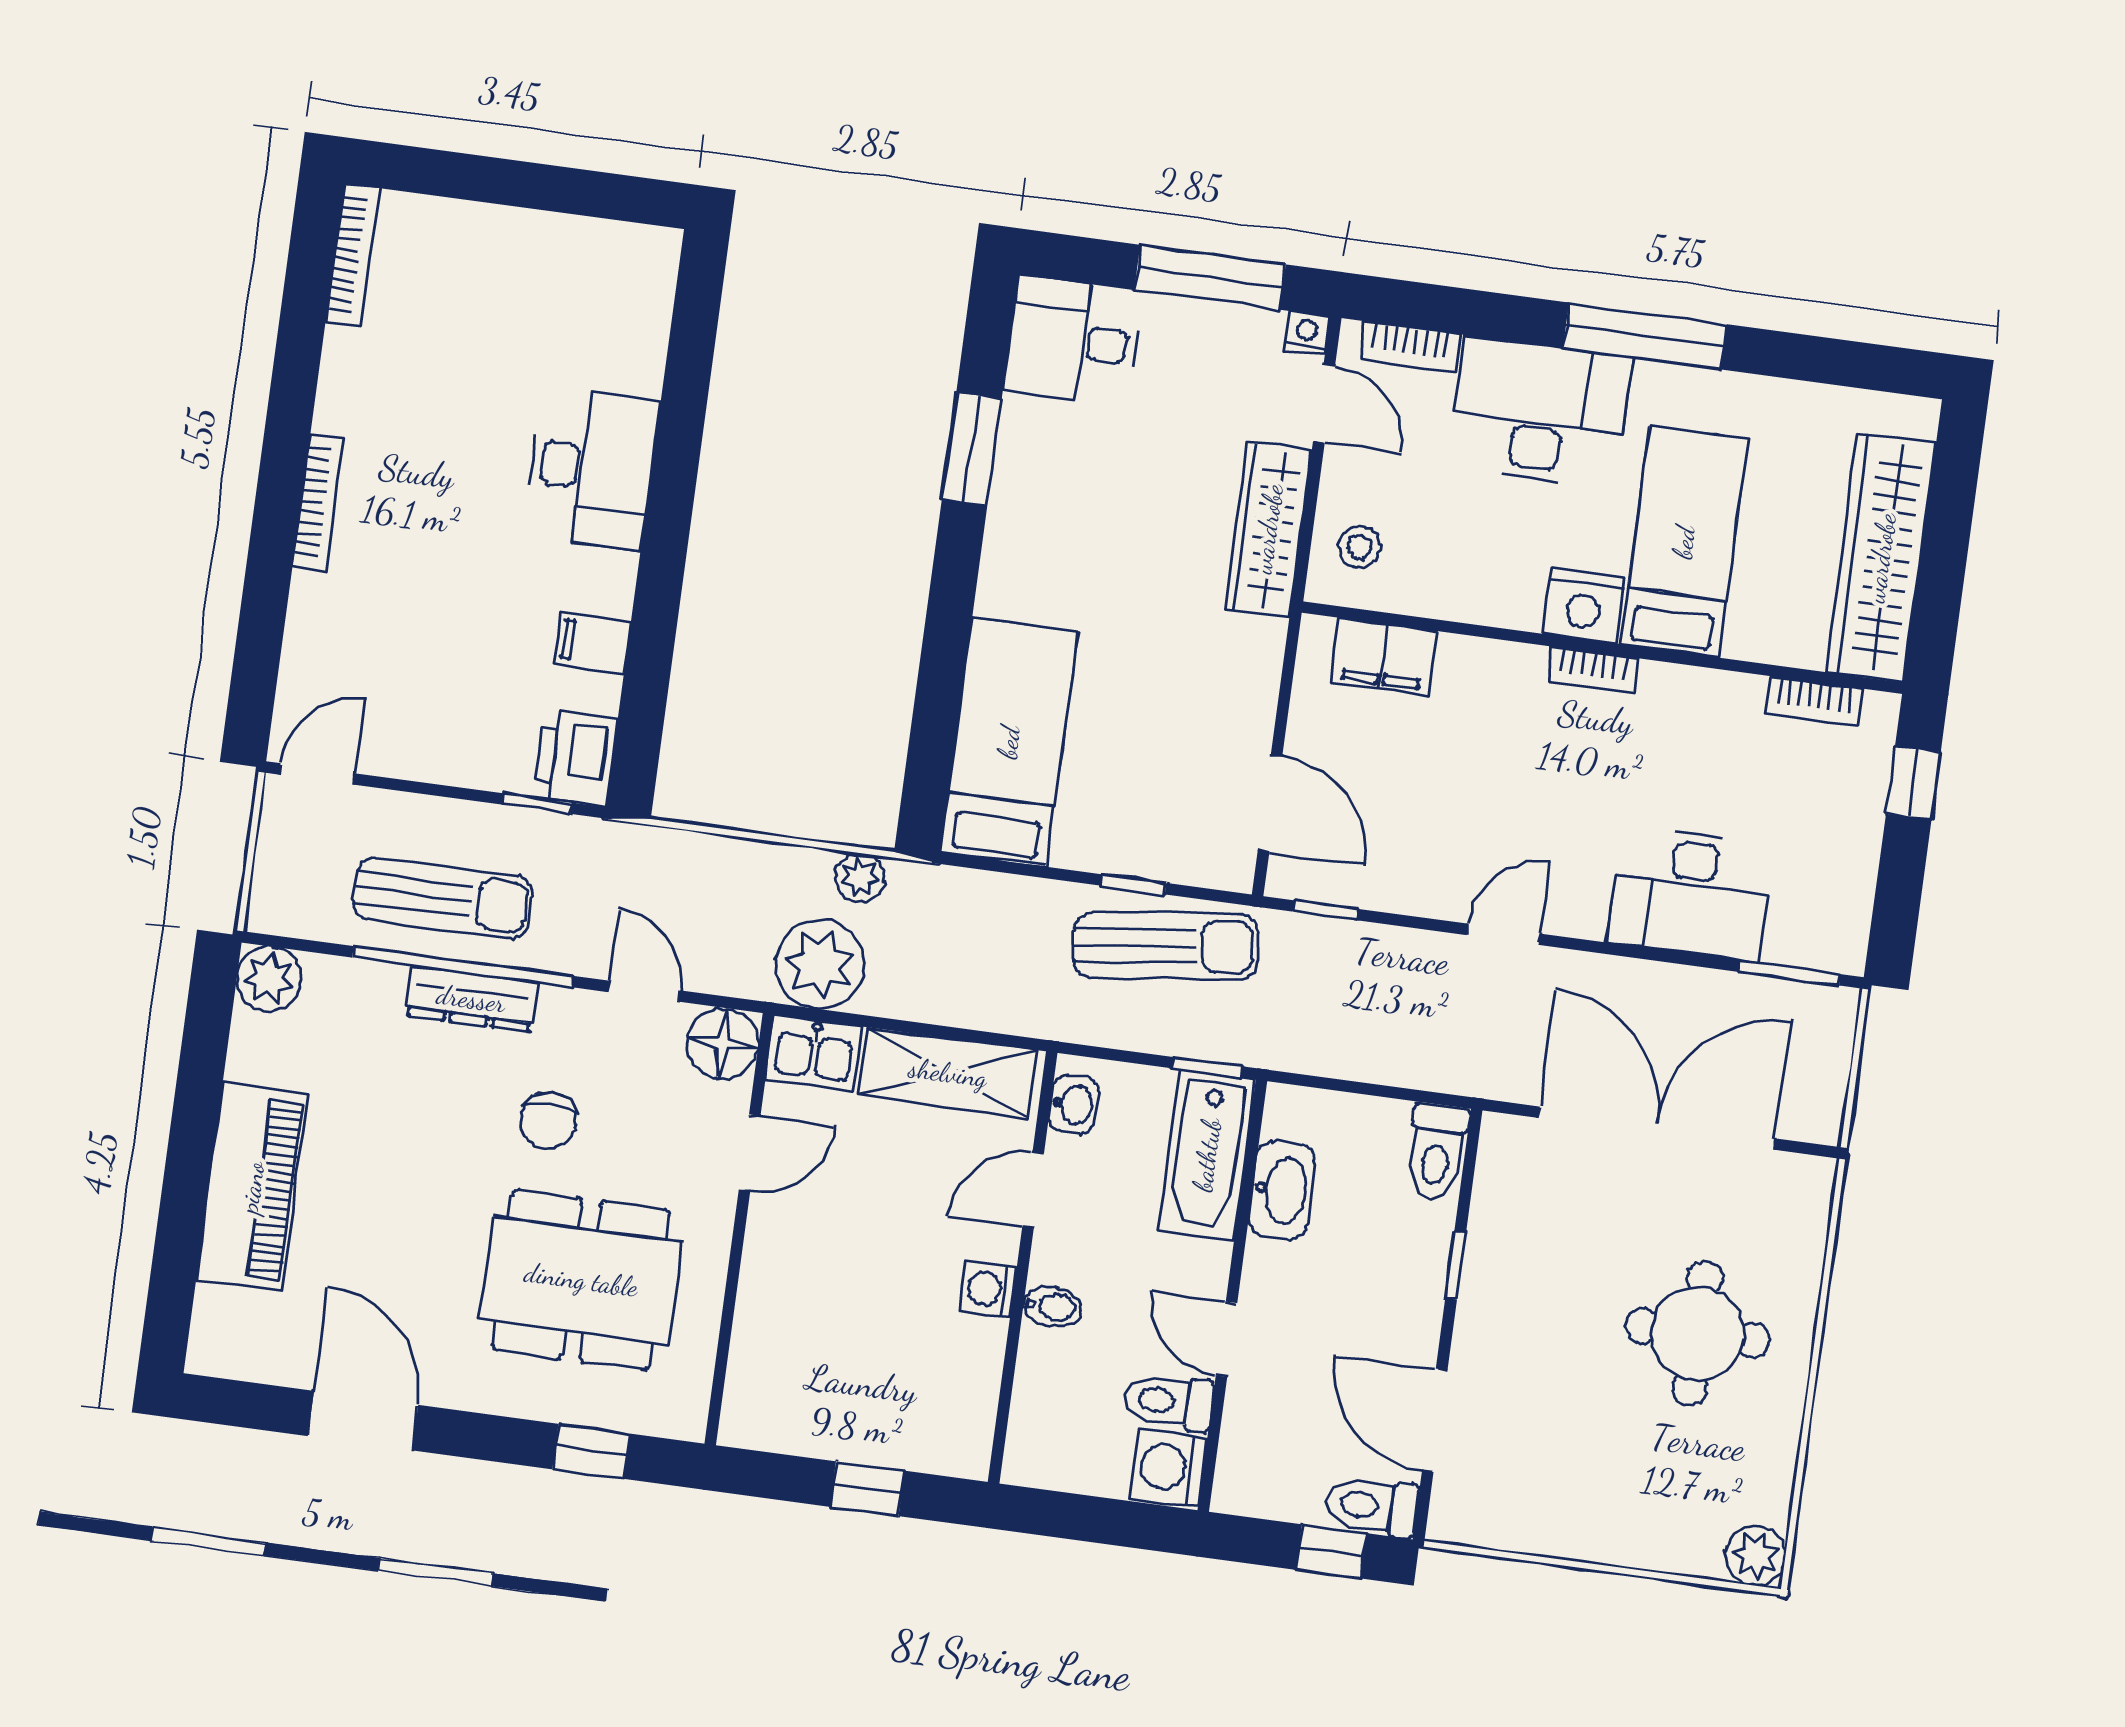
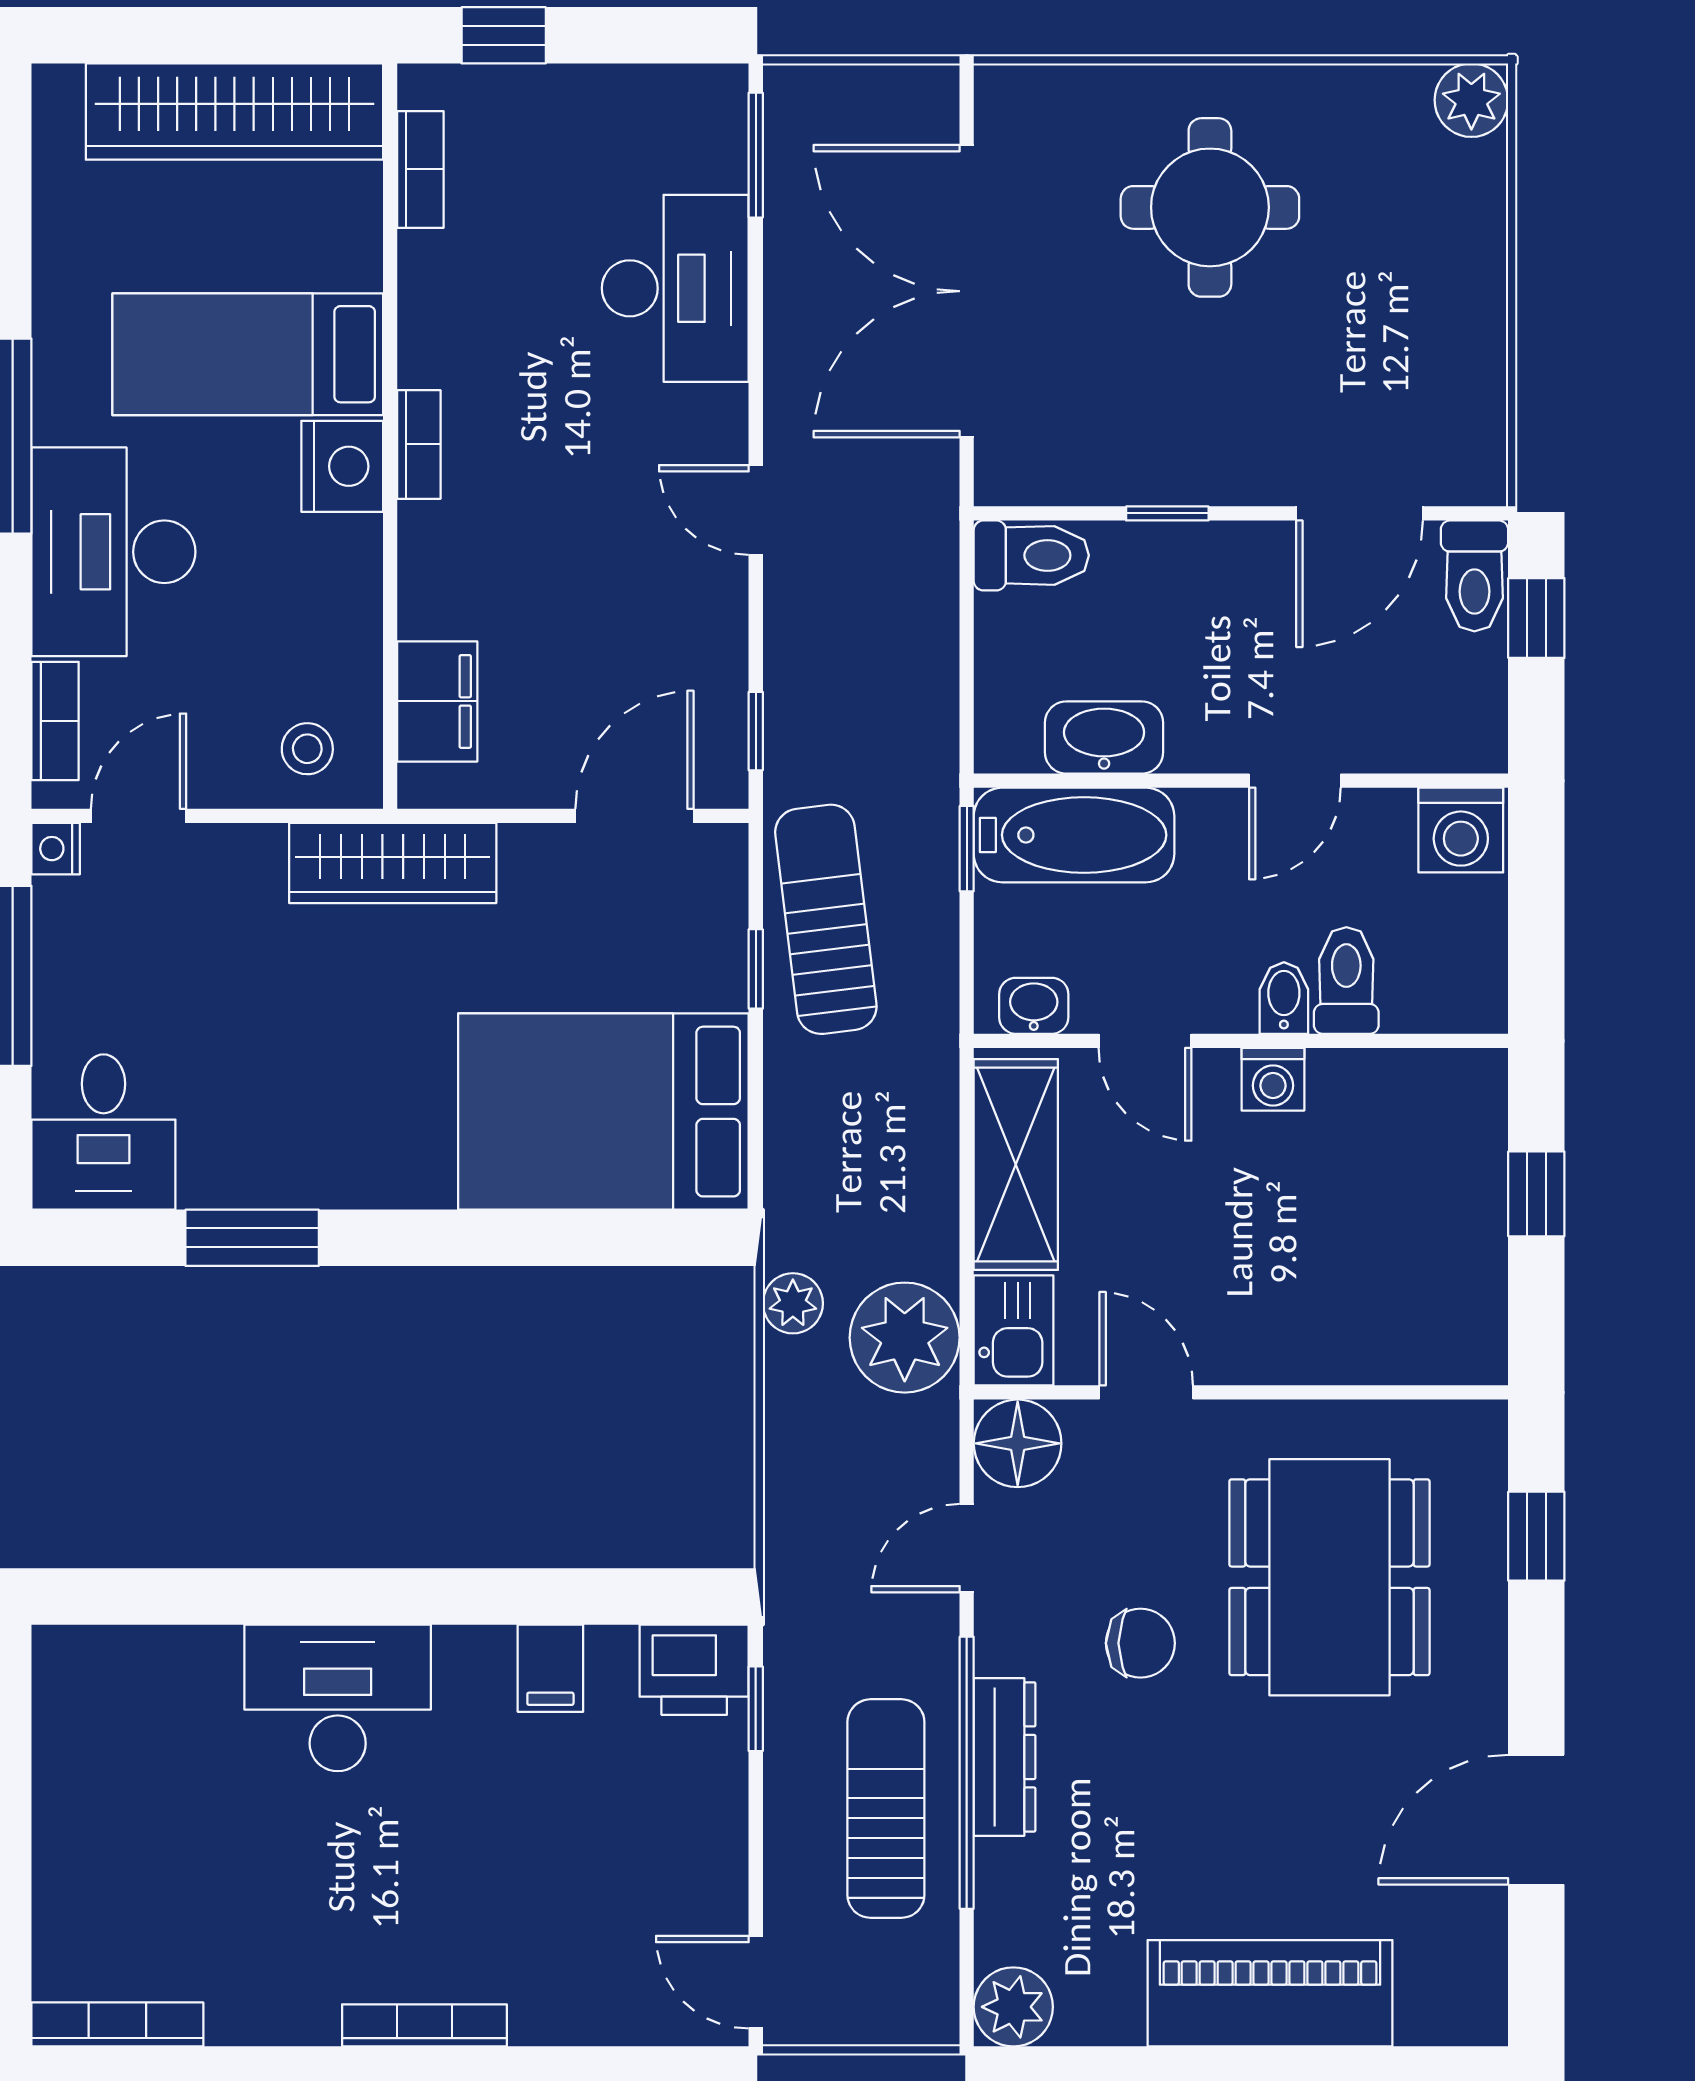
wardrobe: (1268, 529) -> (393, 863), moved
bed: (1009, 742) -> (603, 1112), width x1.50
toilet: (1168, 1402) -> (1346, 980), moved, turned 180

